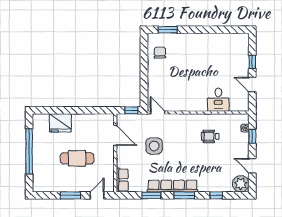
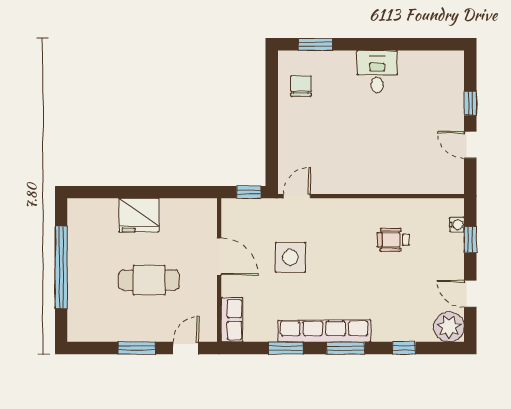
desk: (218, 100) -> (377, 72), moved, turned 180
door: (158, 113) -> (297, 196), hinge flipped
fridge: (60, 123) -> (139, 215), moved
door: (115, 135) -> (219, 256), moved

